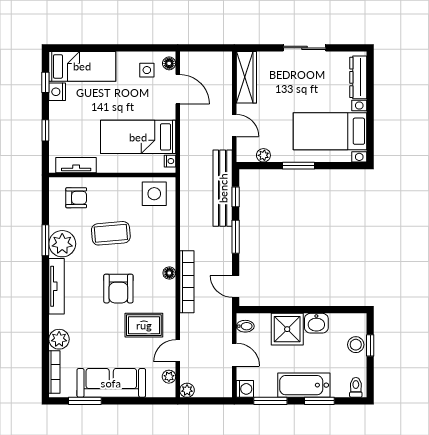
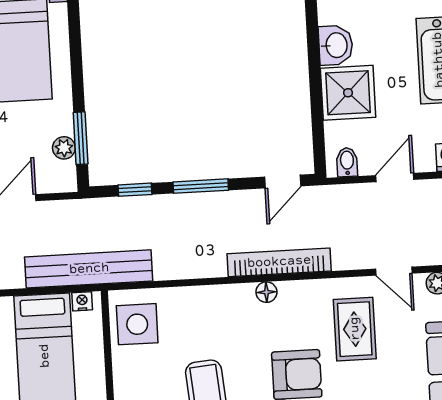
window: (299, 166) -> (81, 138), moved
bench: (223, 188) -> (89, 269), moved

